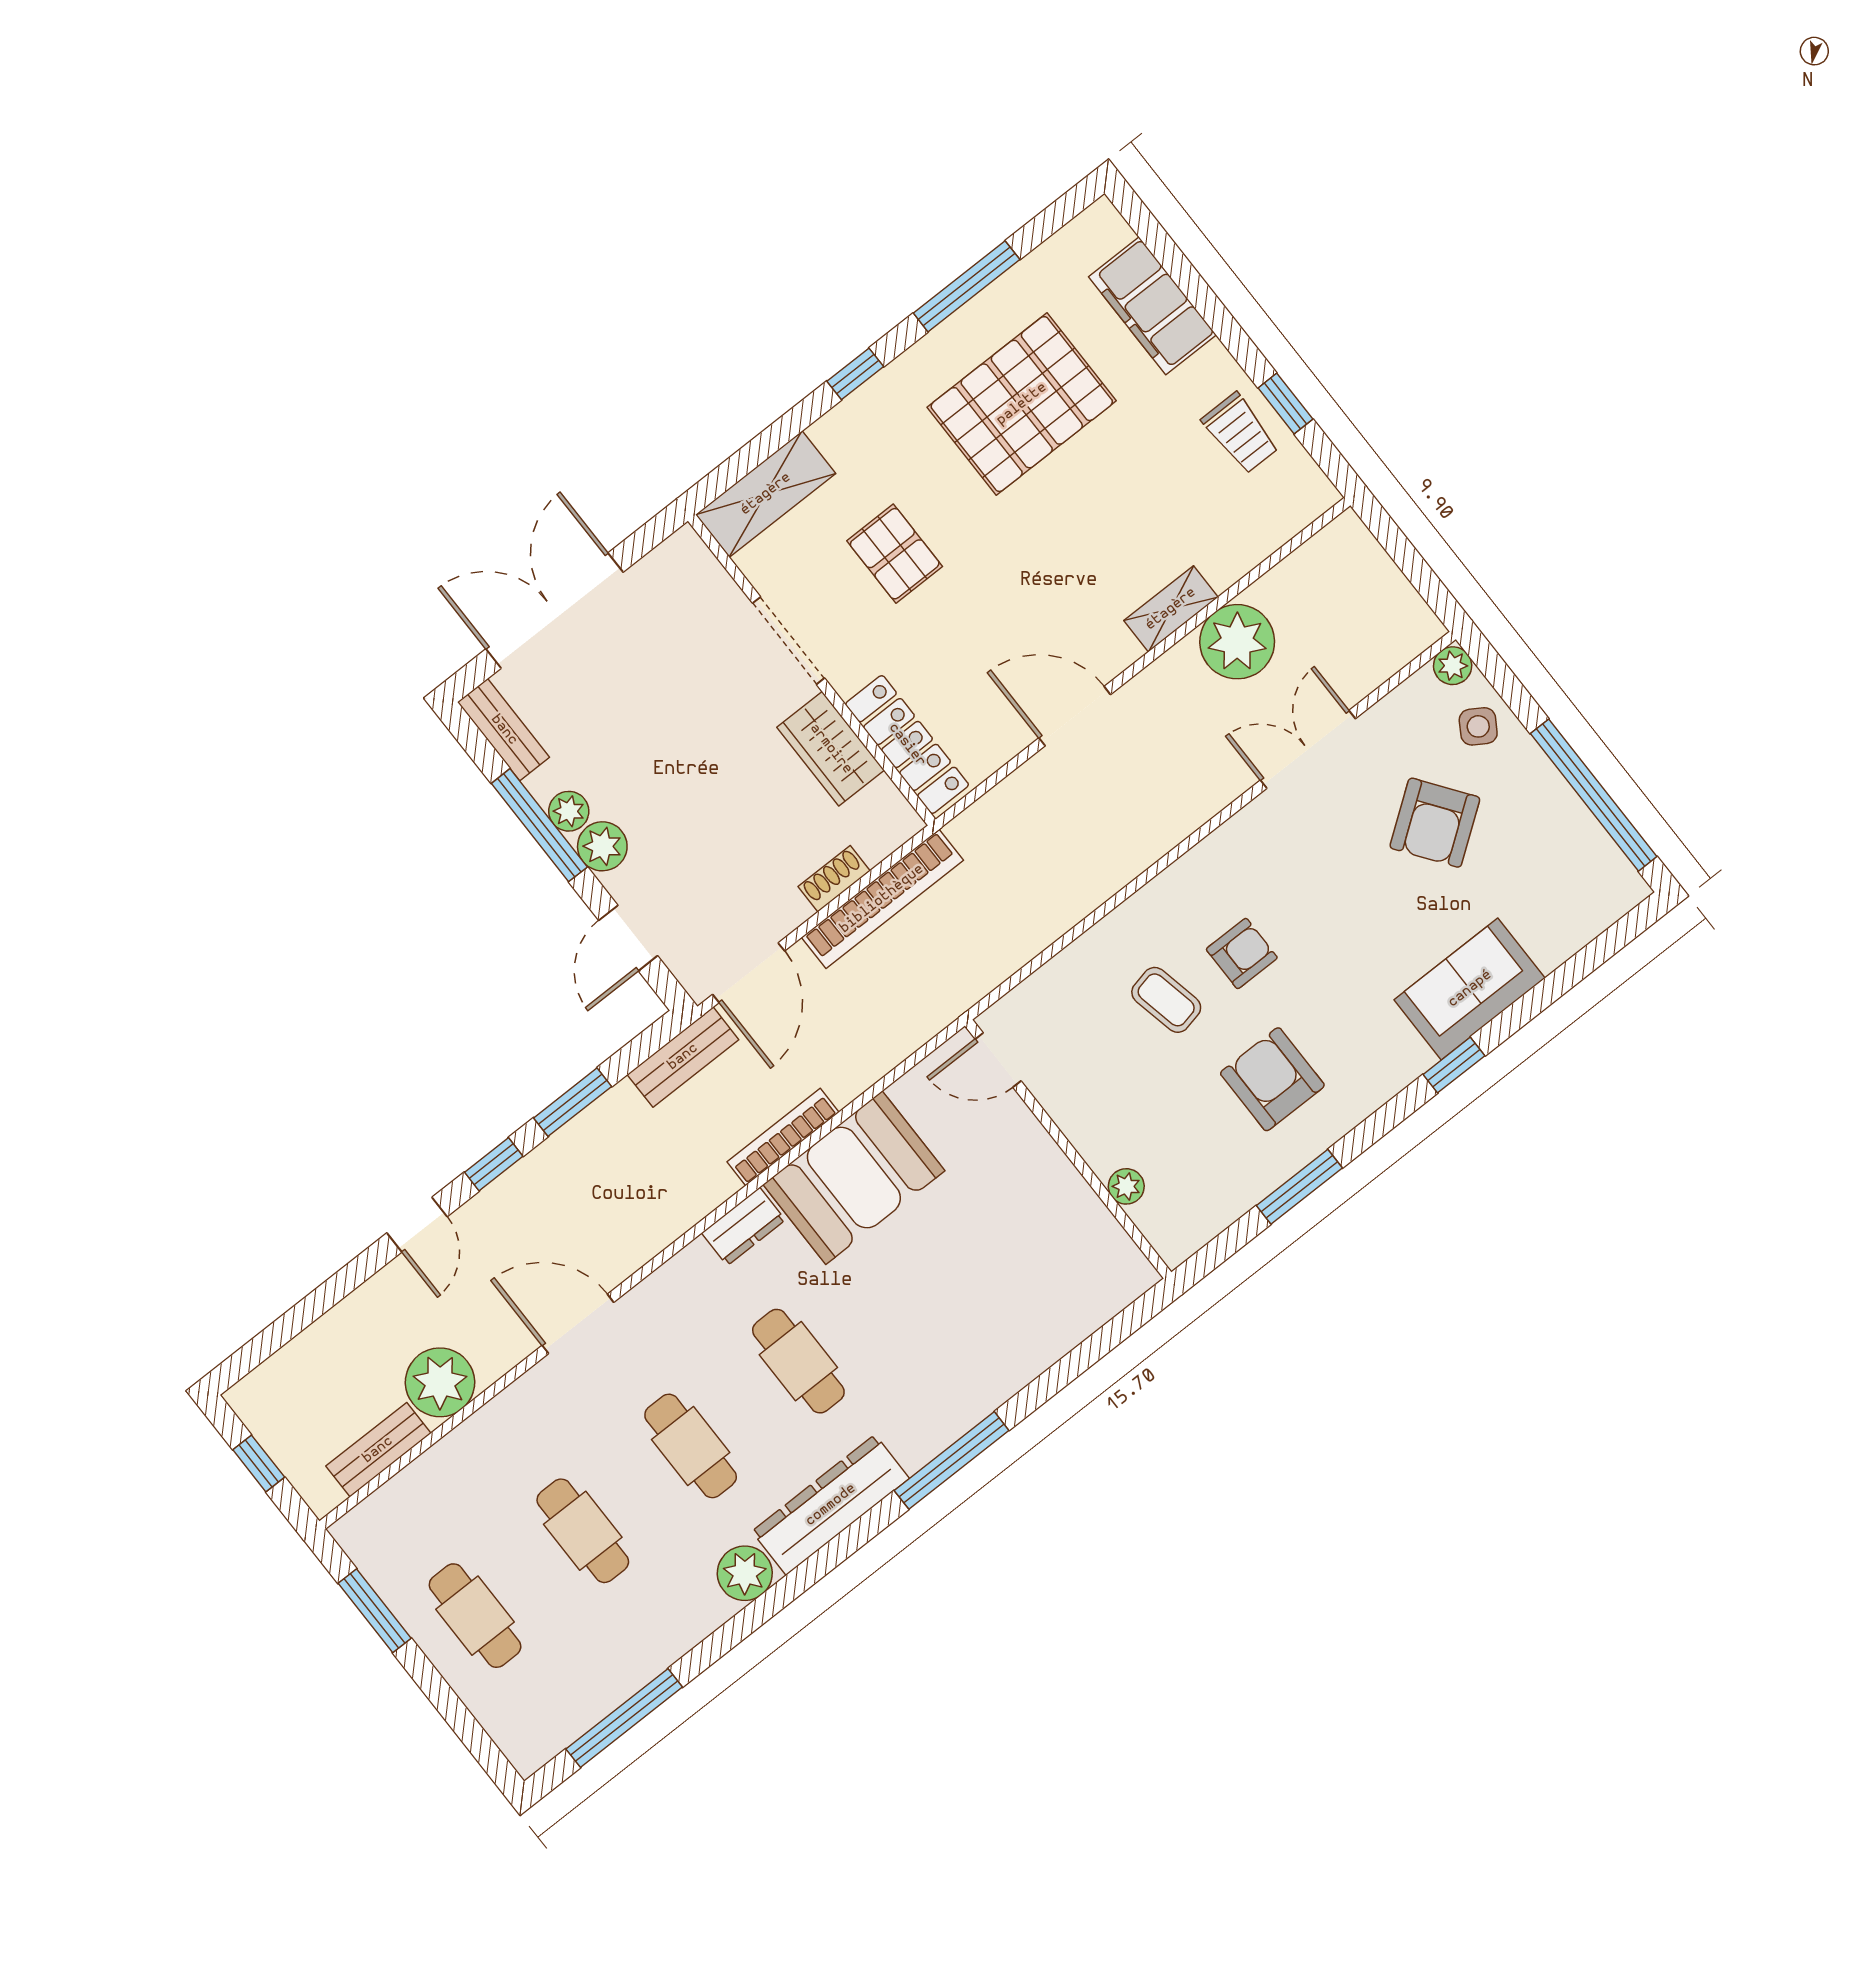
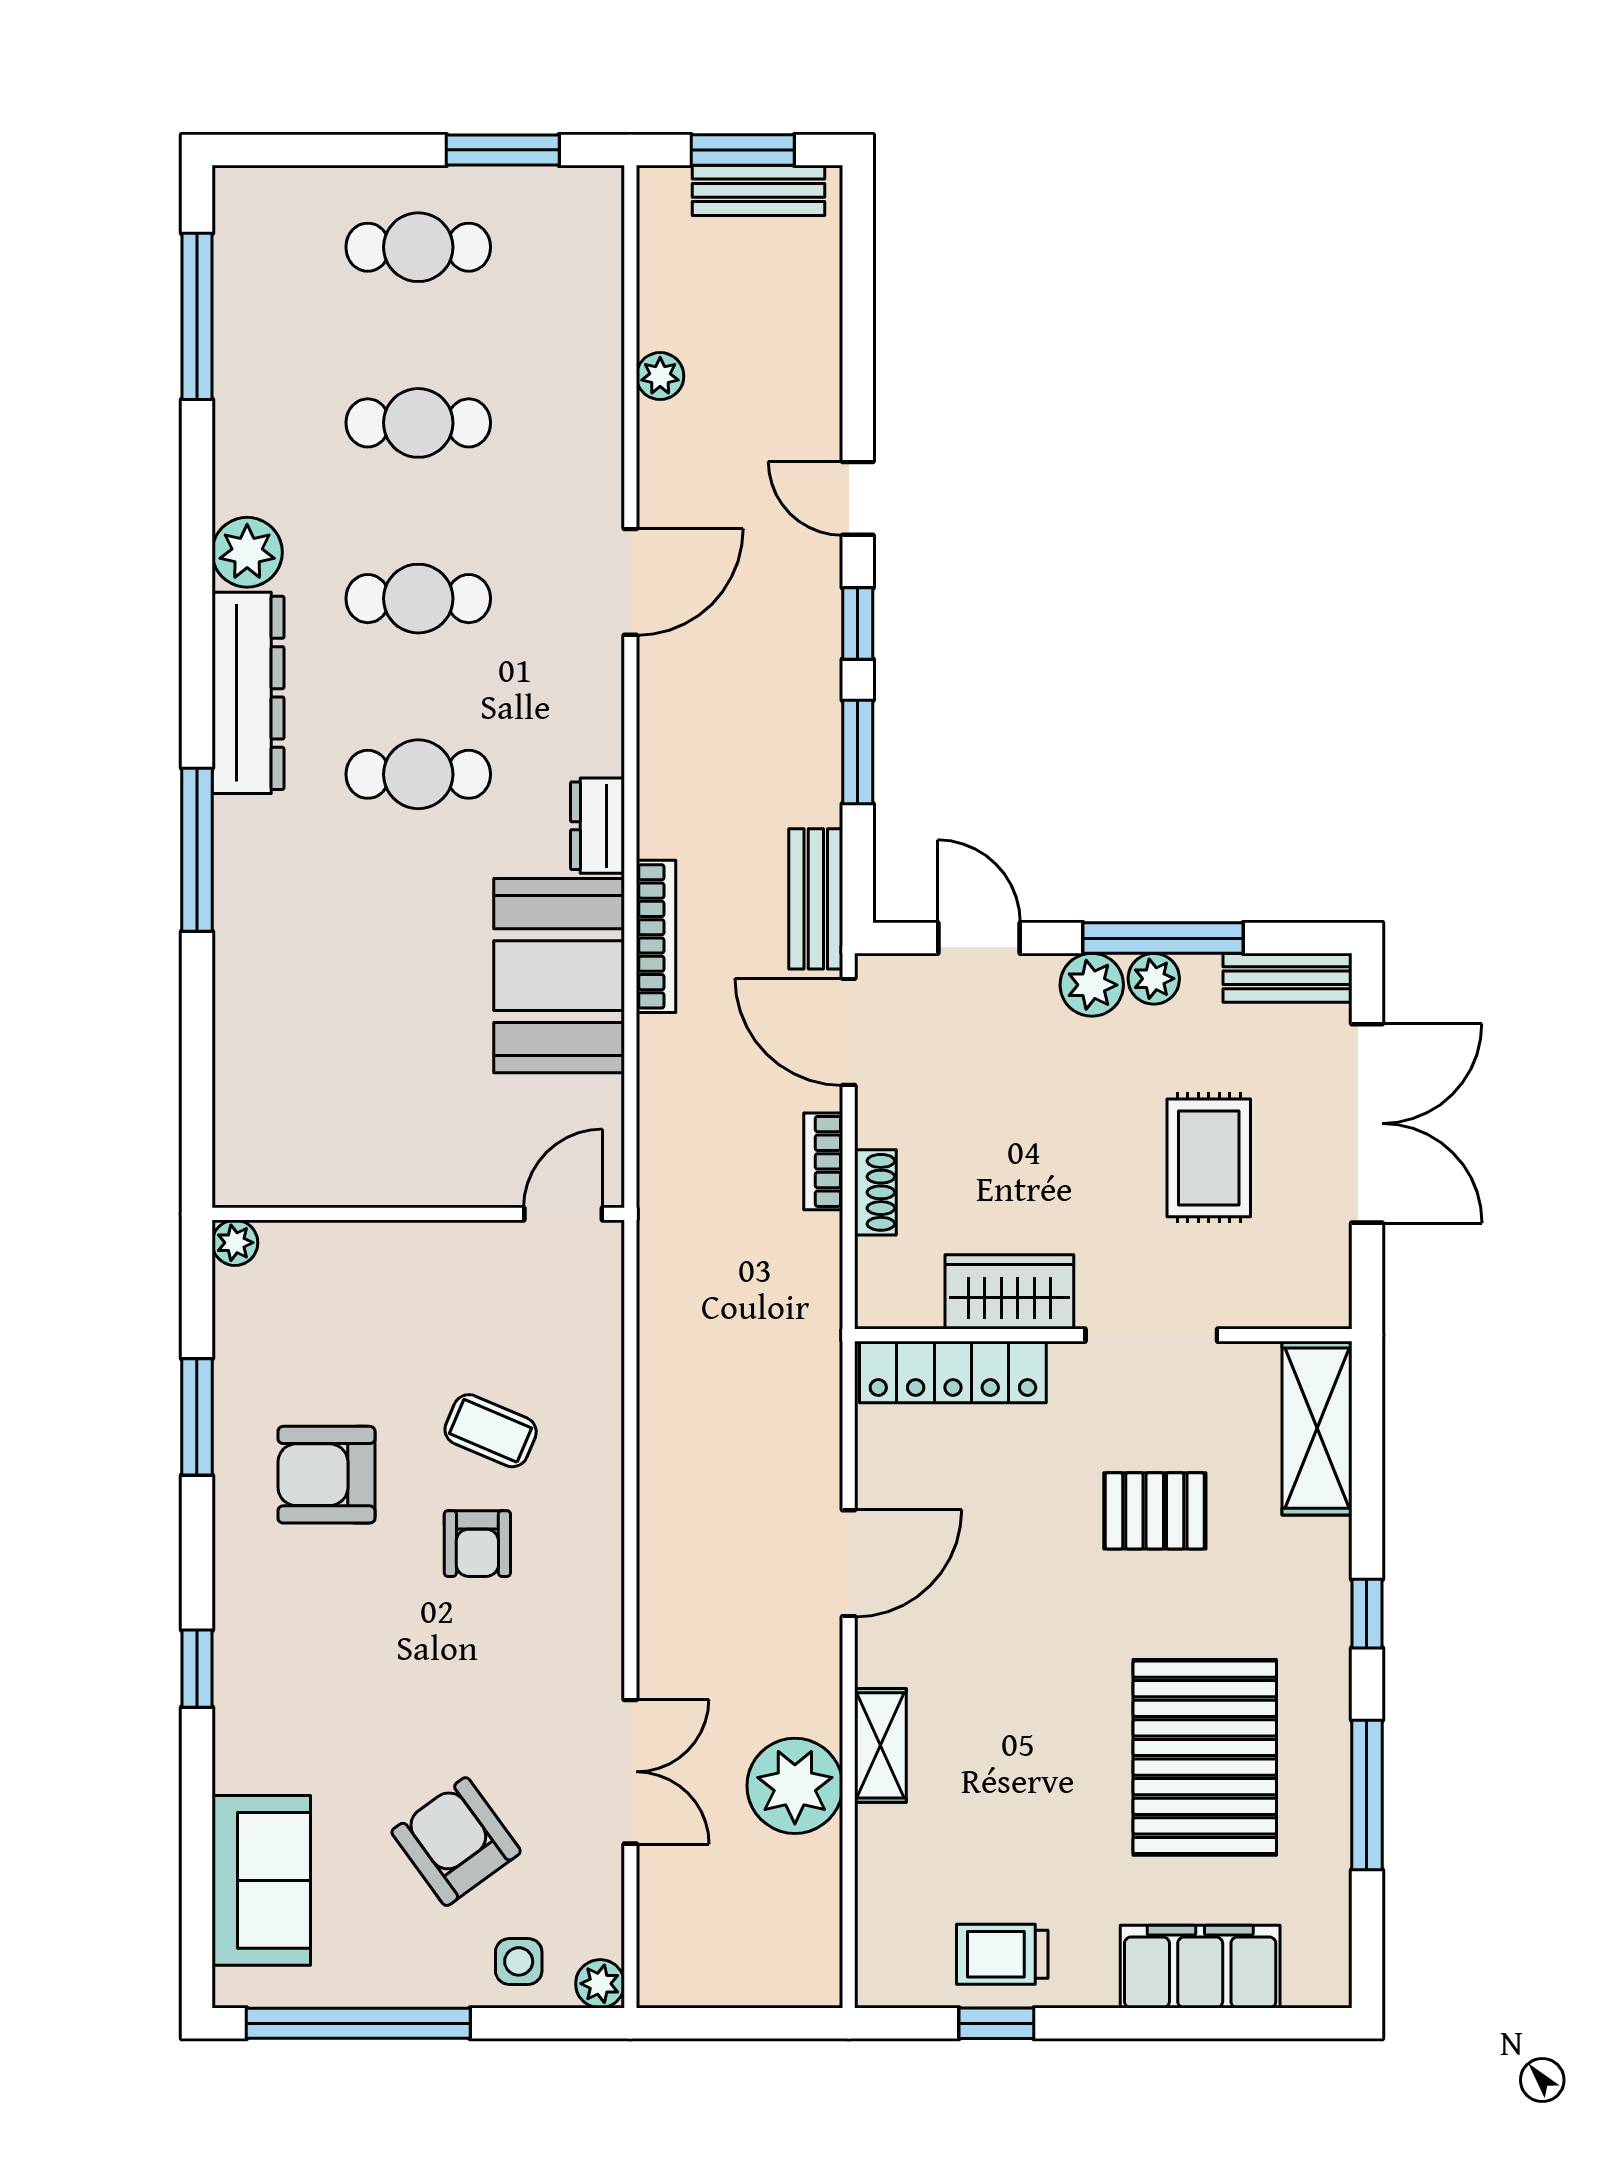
rug: (652, 691) -> (1209, 1158), added
side table: (1478, 726) -> (519, 1961), turned -32
bookcase: (882, 899) -> (823, 1161), width x0.43, depth x0.76
sofa: (1470, 989) -> (261, 1880), moved
coffee table: (1166, 1000) -> (491, 1431), turned 35
armchair: (1272, 1079) -> (327, 1475), turned 180
plant: (1126, 1186) -> (235, 1243), moved
plant: (440, 1382) -> (660, 376), width x0.53, depth x0.53
bench: (378, 1450) -> (758, 190), moved, turned 90
window: (259, 1463) -> (743, 150), width x1.50

